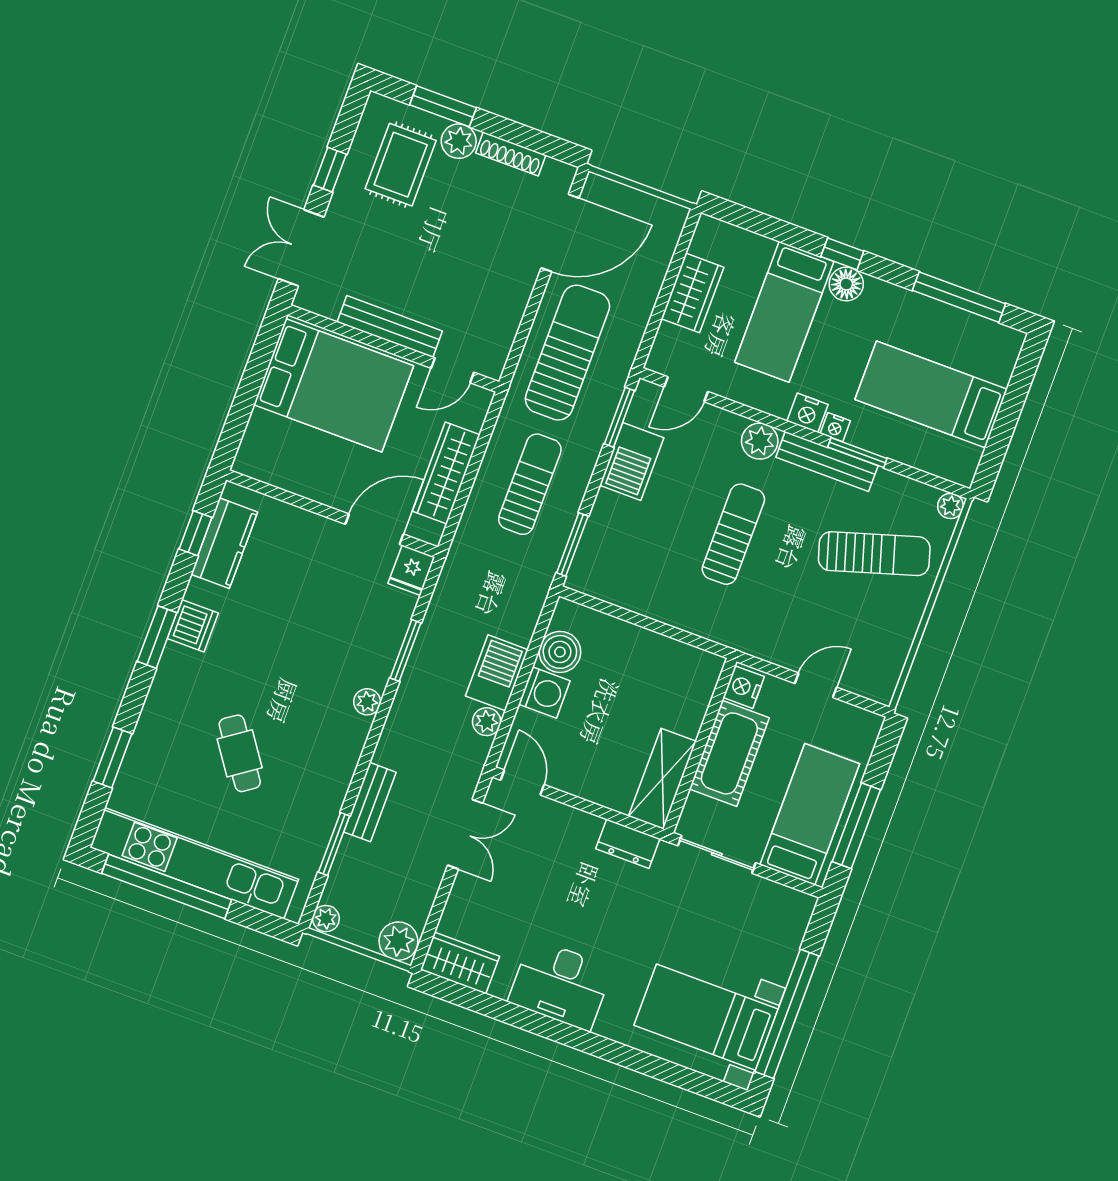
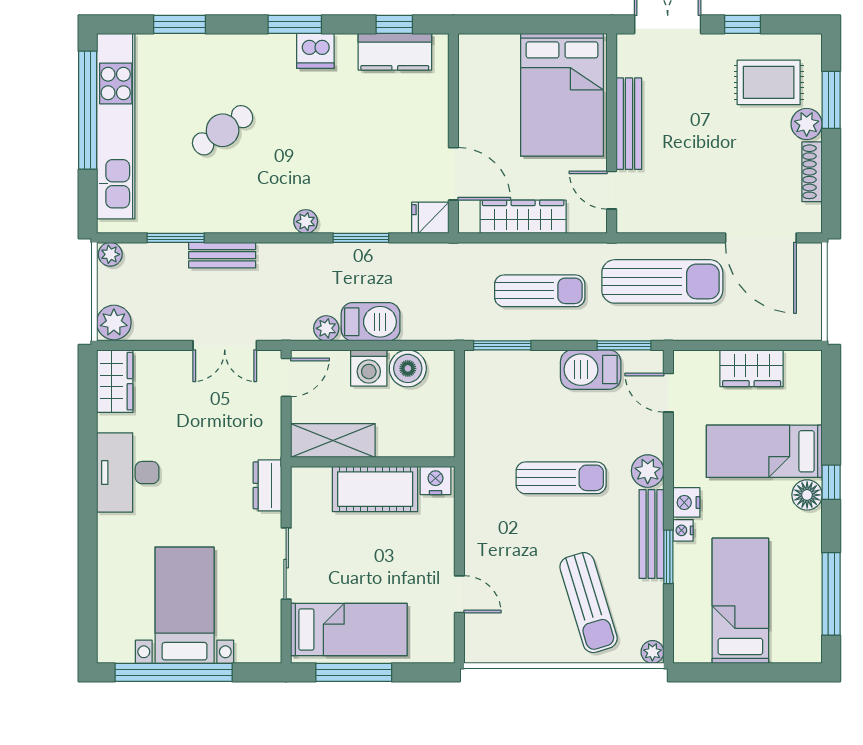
nightstand: (744, 687) -> (435, 480), moved
wall: (700, 745) -> (373, 462), moved
cot: (729, 753) -> (375, 489), moved
shelving: (662, 779) -> (333, 440), moved
bed with nightstands: (706, 1017) -> (185, 605), moved

